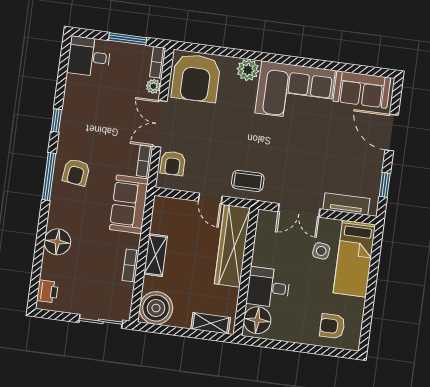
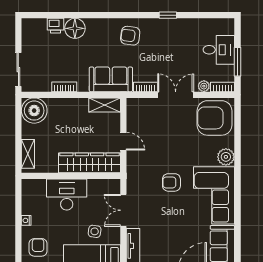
desk: (89, 57) -> (219, 50), moved, turned 90
armchair: (173, 163) -> (171, 182), moved
window: (49, 176) -> (124, 15), removed
coffee table: (248, 181) -> (141, 168), removed
door: (210, 199) -> (123, 141), swing flipped
shelving: (156, 255) -> (105, 105), moved
desk: (268, 287) -> (67, 195), width x1.37
printer: (47, 291) -> (56, 26), moved
floor lamp: (257, 320) -> (35, 189), removed
nightstand: (296, 337) -> (26, 220), added

